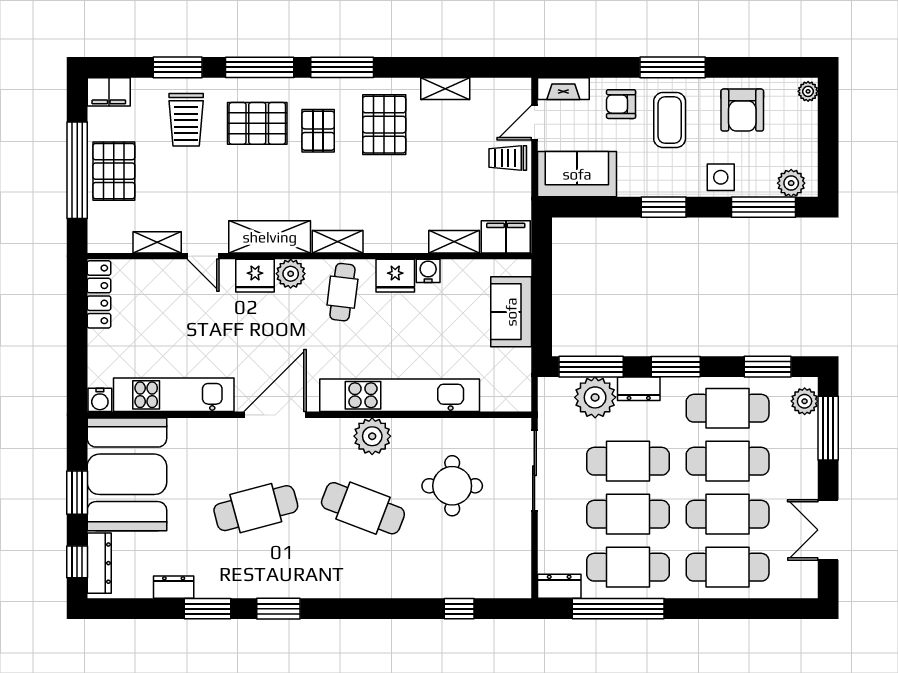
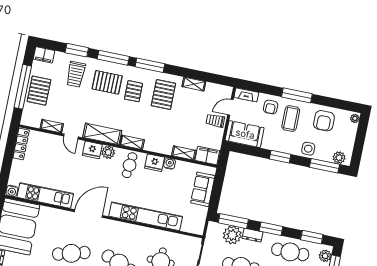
armchair: (621, 104) -> (271, 107), turned -90
plant: (372, 436) -> (130, 232), removed

